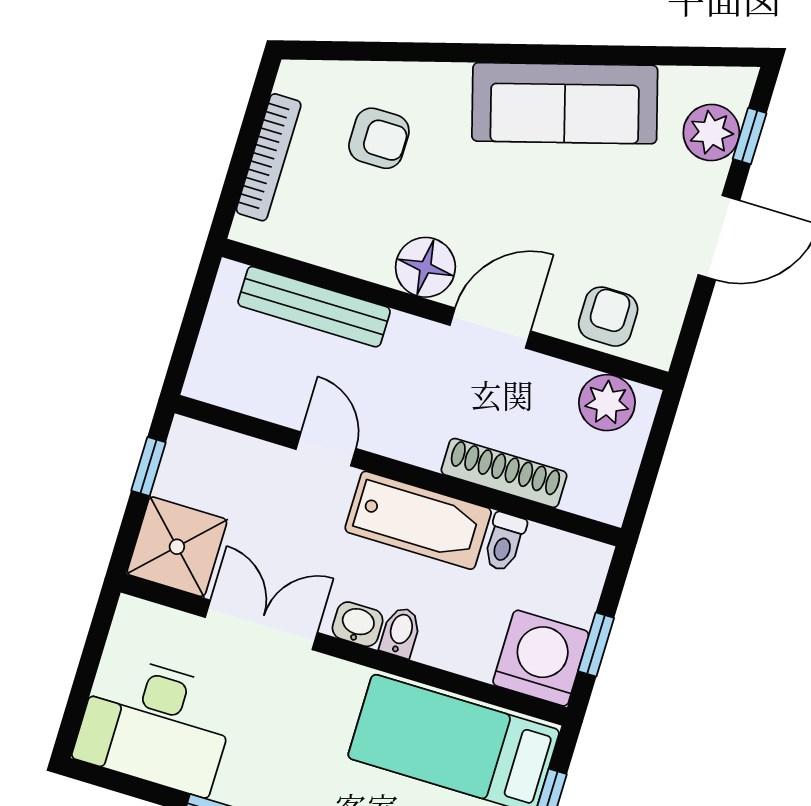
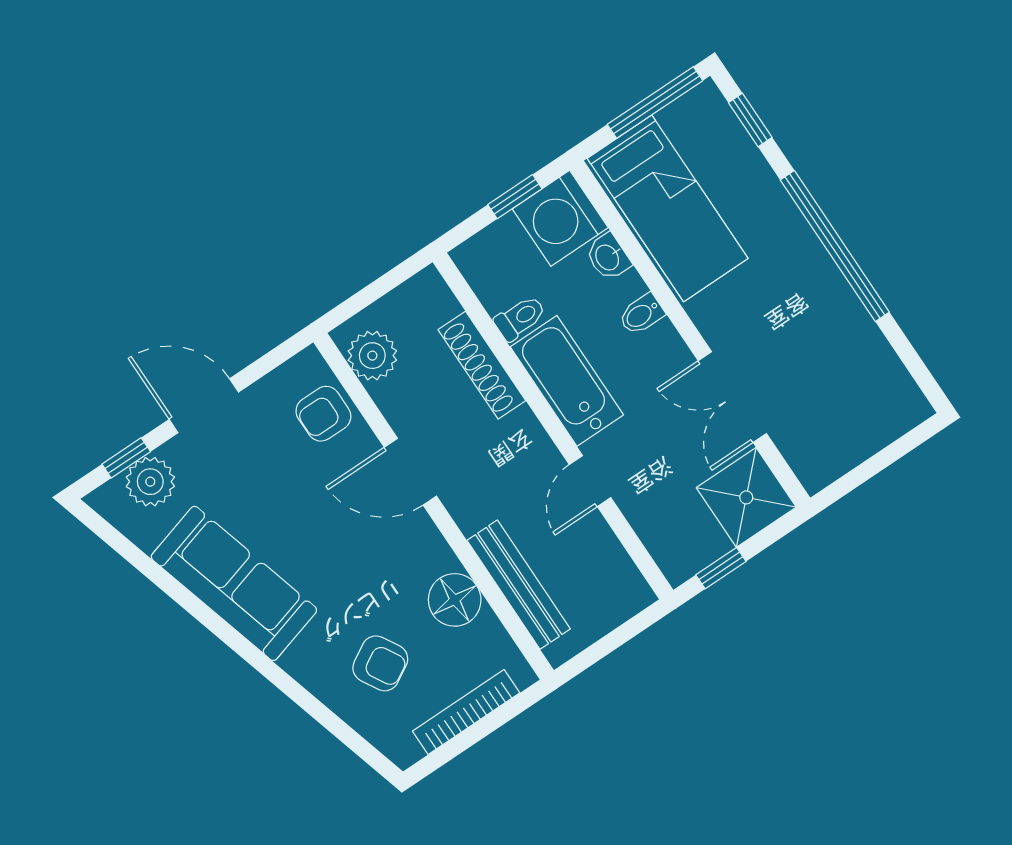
armchair: (379, 138) -> (380, 663), turned 150
floor lamp: (425, 267) -> (455, 600), moved
washbasin: (358, 624) -> (608, 257), moved
desk: (156, 725) -> (860, 388), removed

